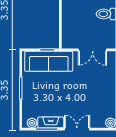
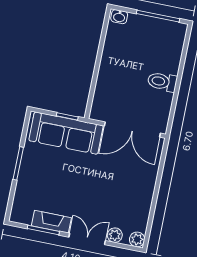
double door: (93, 50) -> (132, 129), width x1.37
plant: (32, 123) -> (115, 235), moved

